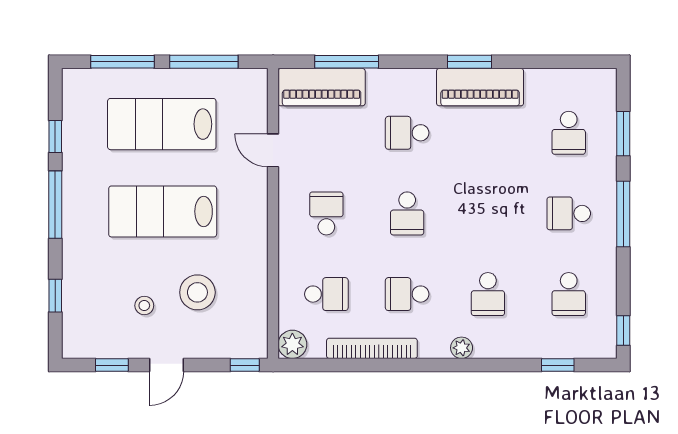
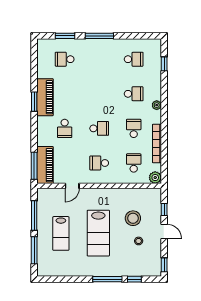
window: (347, 62) -> (34, 166), moved
lab bench: (162, 124) -> (61, 233), width x0.73, depth x0.72
school desk: (569, 133) -> (65, 59), turned 180
window: (55, 137) -> (66, 279), removed
window: (55, 205) -> (107, 279), moved
school desk: (569, 213) -> (99, 59), removed
school desk: (407, 294) -> (134, 128), turned 180
window: (623, 331) -> (149, 36), removed
window: (112, 365) -> (164, 265), moved
window: (245, 365) -> (164, 209), moved

